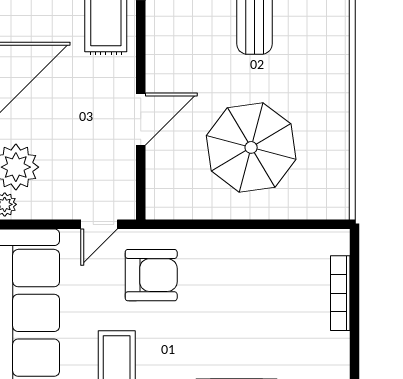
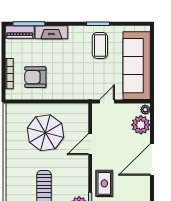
armchair: (151, 275) -> (35, 77), moved

